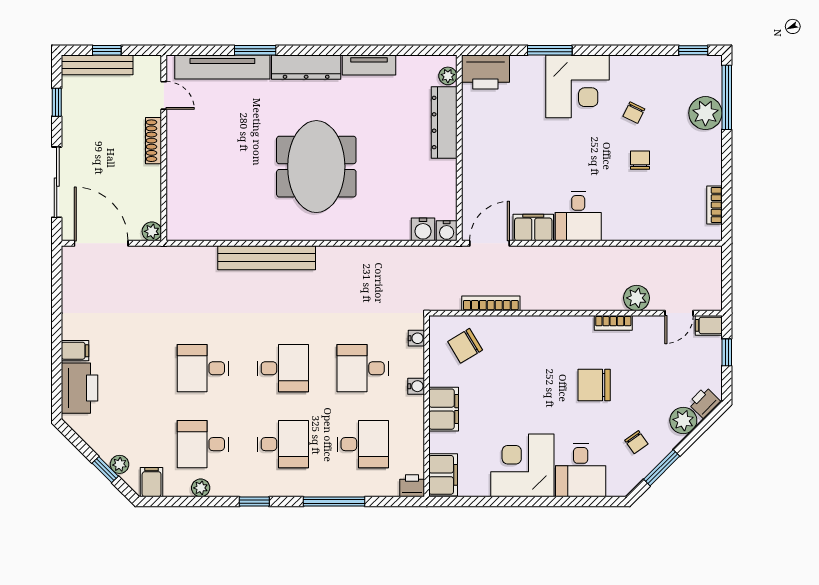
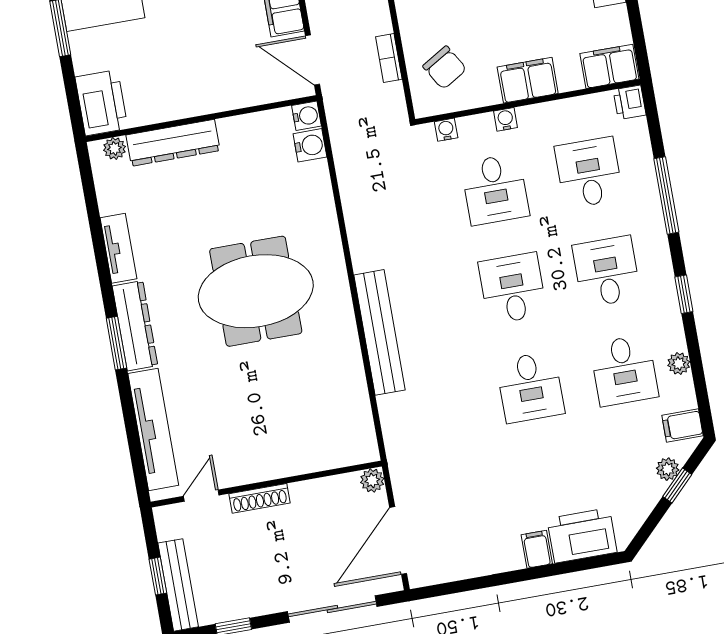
window: (255, 50) -> (116, 343), moved
bookcase: (491, 303) -> (389, 58), width x0.64

